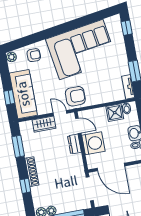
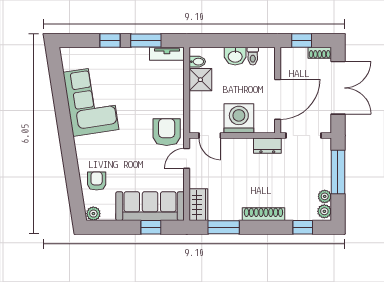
window: (127, 28) -> (110, 40), moved
corner sofa: (81, 50) -> (91, 101), width x0.73, depth x0.74
wardrobe: (44, 124) -> (198, 205), moved
door: (78, 126) -> (210, 136), swing flipped
dresser: (74, 144) -> (267, 146), moved
window: (25, 186) -> (303, 227), moved

